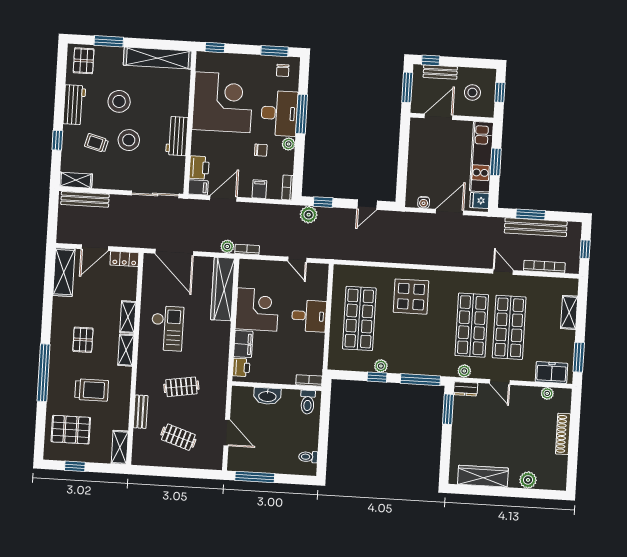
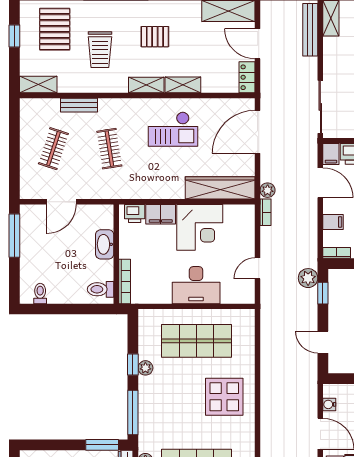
desk: (309, 316) -> (196, 285), width x1.37
bookcase: (309, 380) -> (125, 281), width x1.56

